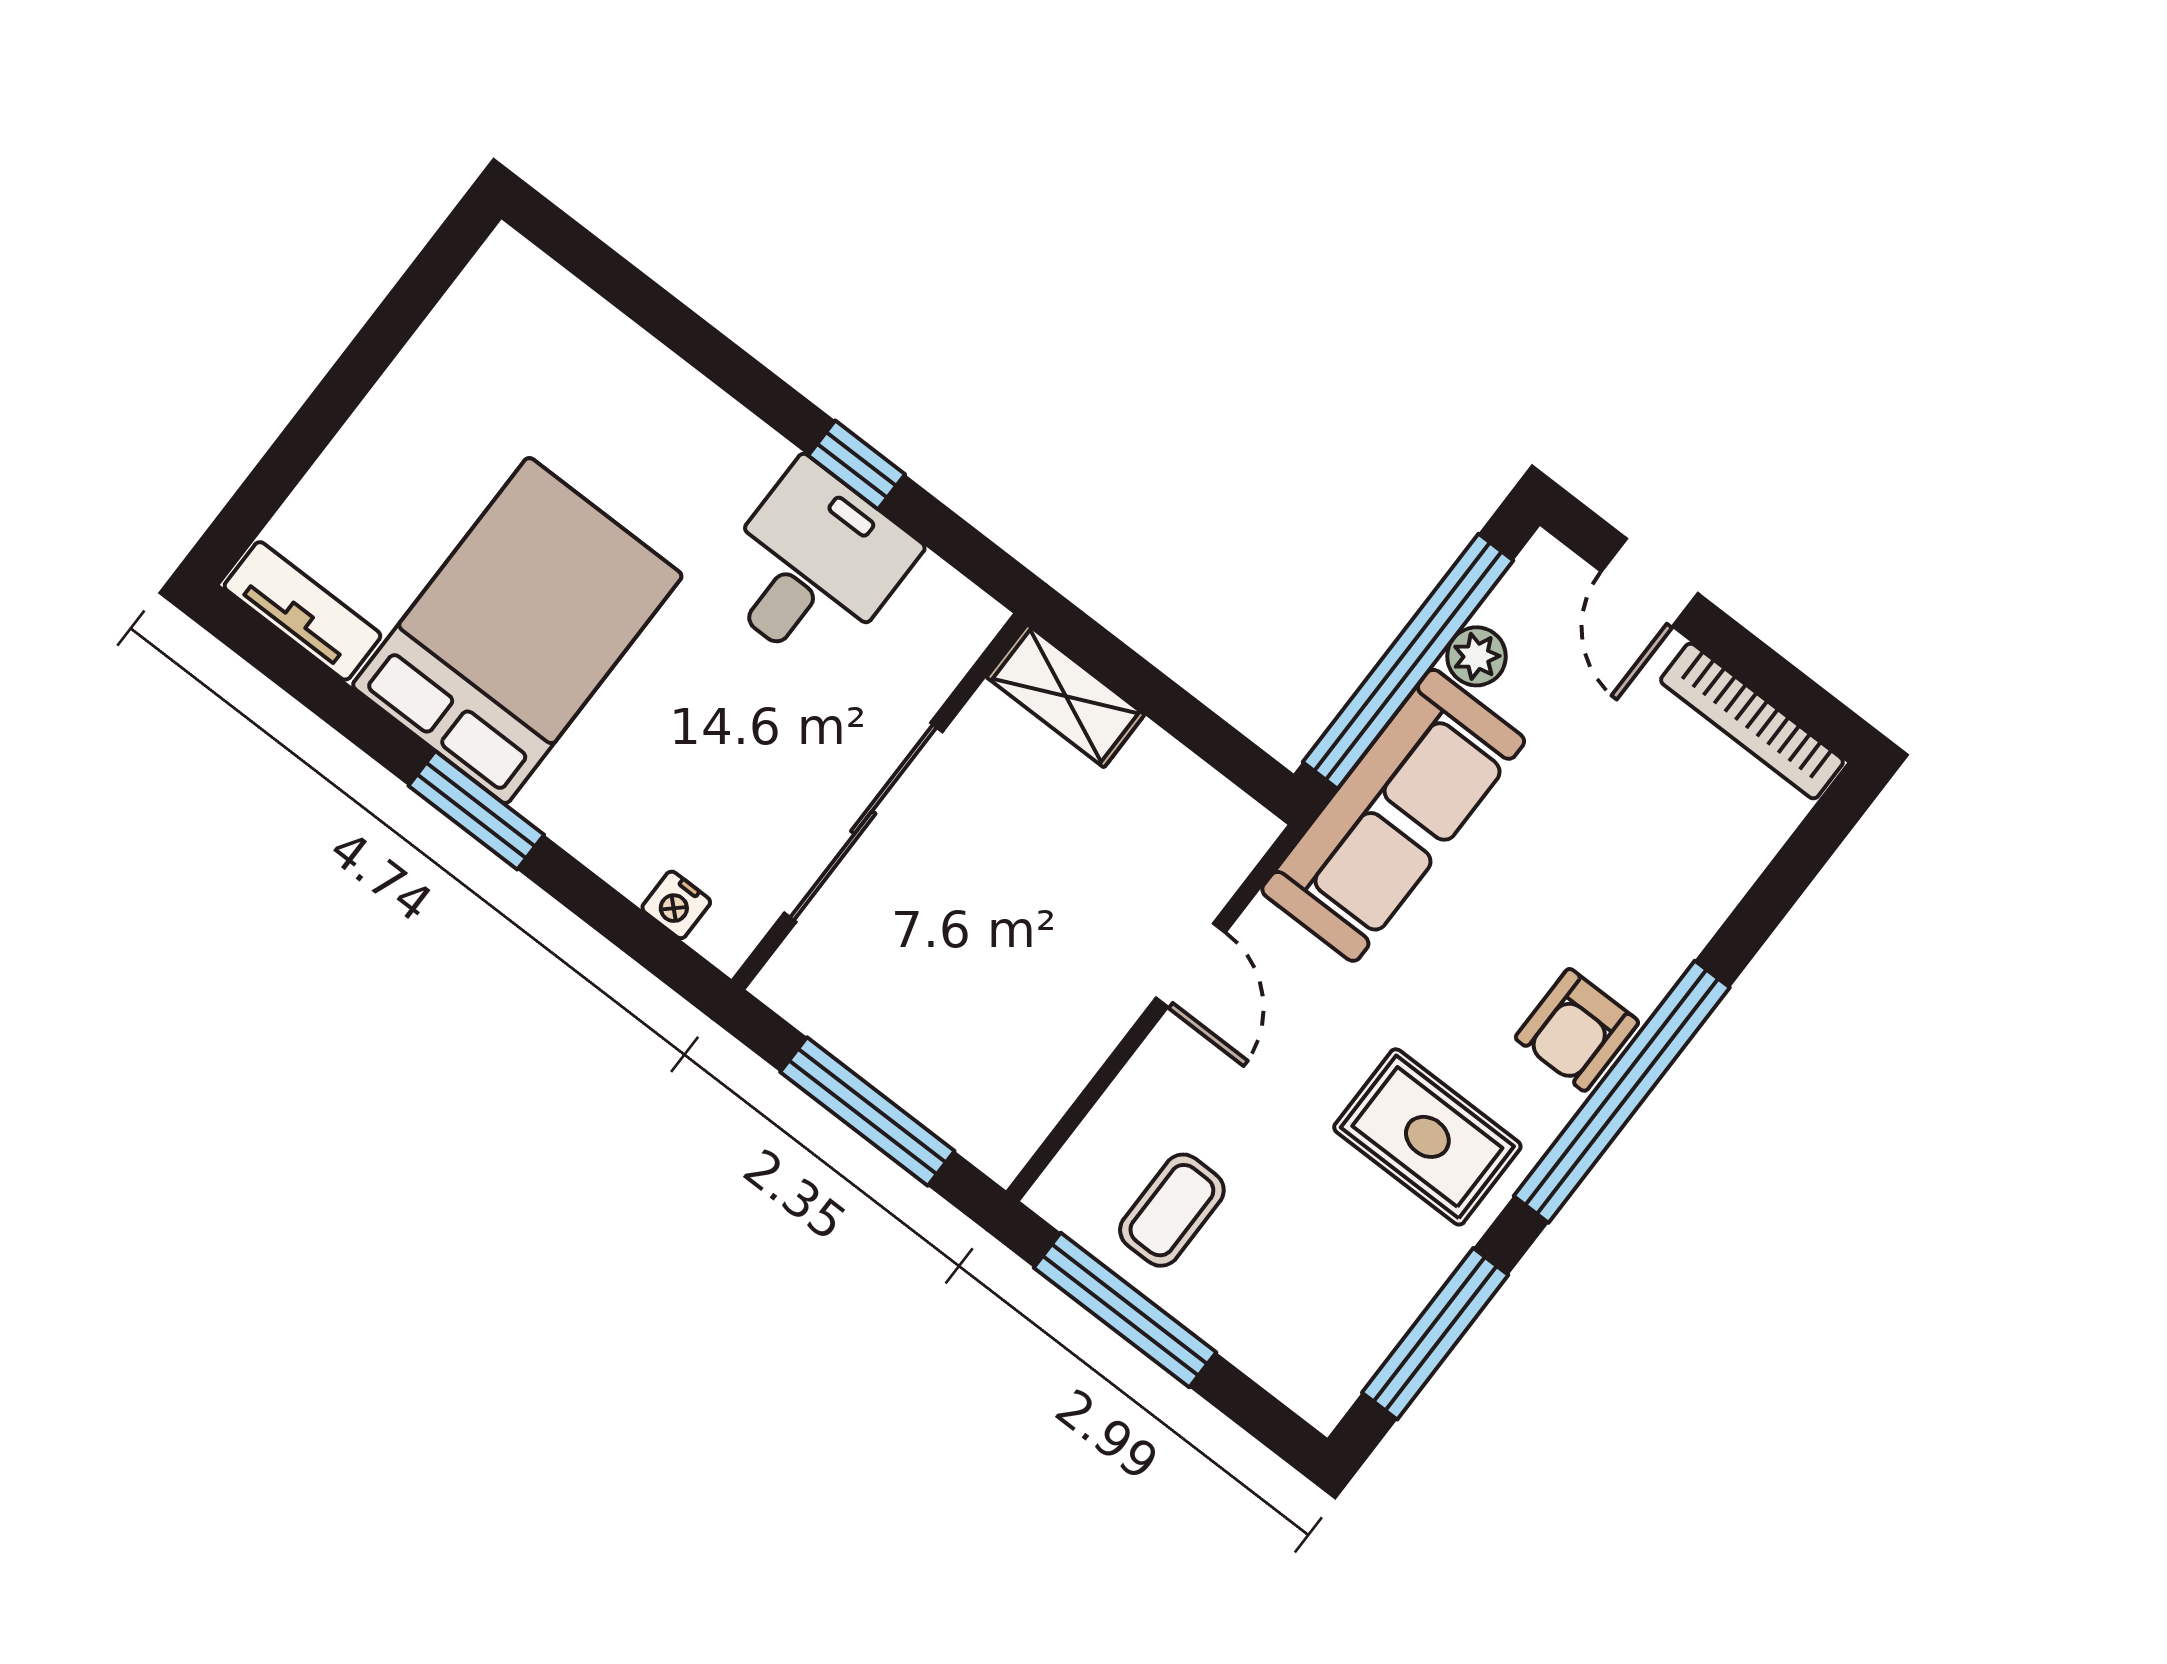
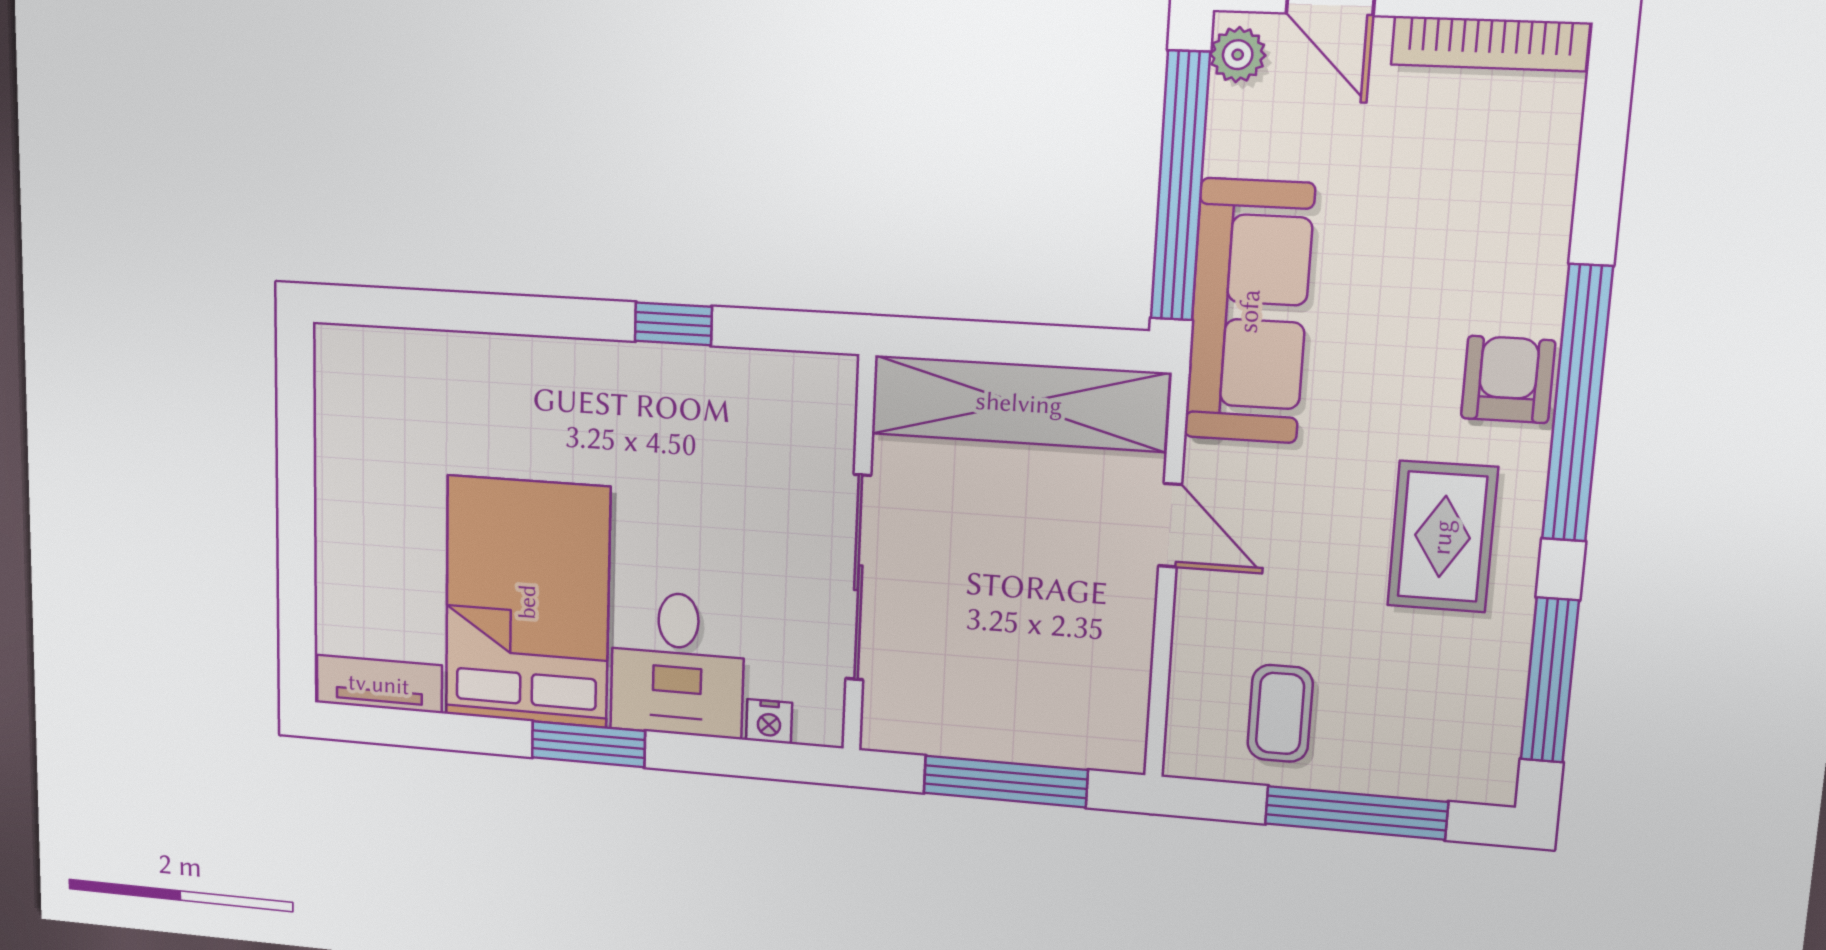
desk: (813, 566) -> (677, 664), moved, turned 180
plant: (1476, 656) -> (1238, 55), moved
shelving: (1066, 696) -> (1019, 403), width x2.20, depth x1.33
armchair: (1577, 1030) -> (1508, 379), turned 180
rug: (1427, 1137) -> (1442, 537), turned 90
window: (1125, 1310) -> (1356, 813), moved

